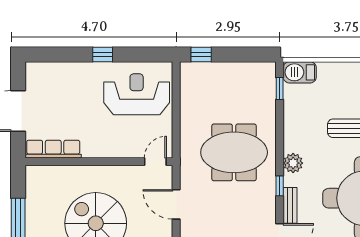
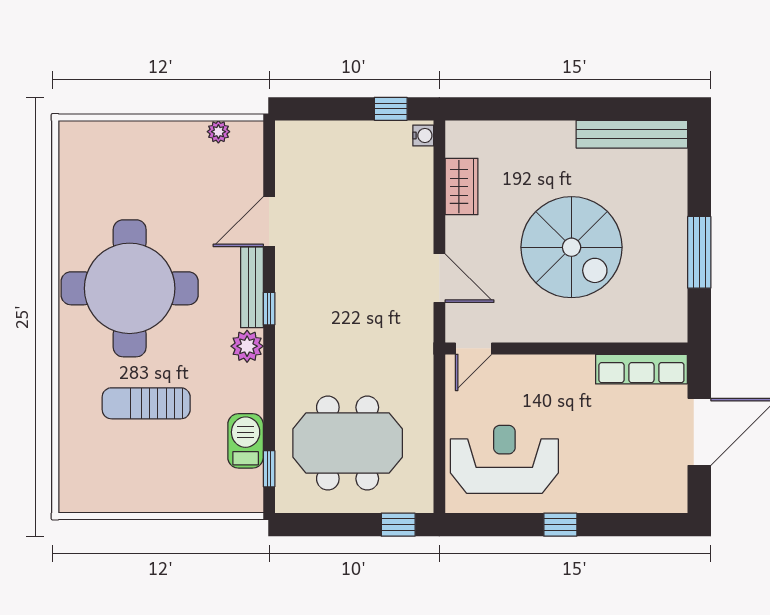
barbecue: (300, 72) -> (246, 441), moved, turned -90
reception desk: (137, 94) -> (504, 459), turned 180
meeting table: (234, 152) -> (348, 443), moved
bench: (290, 205) -> (252, 287), width x1.36

